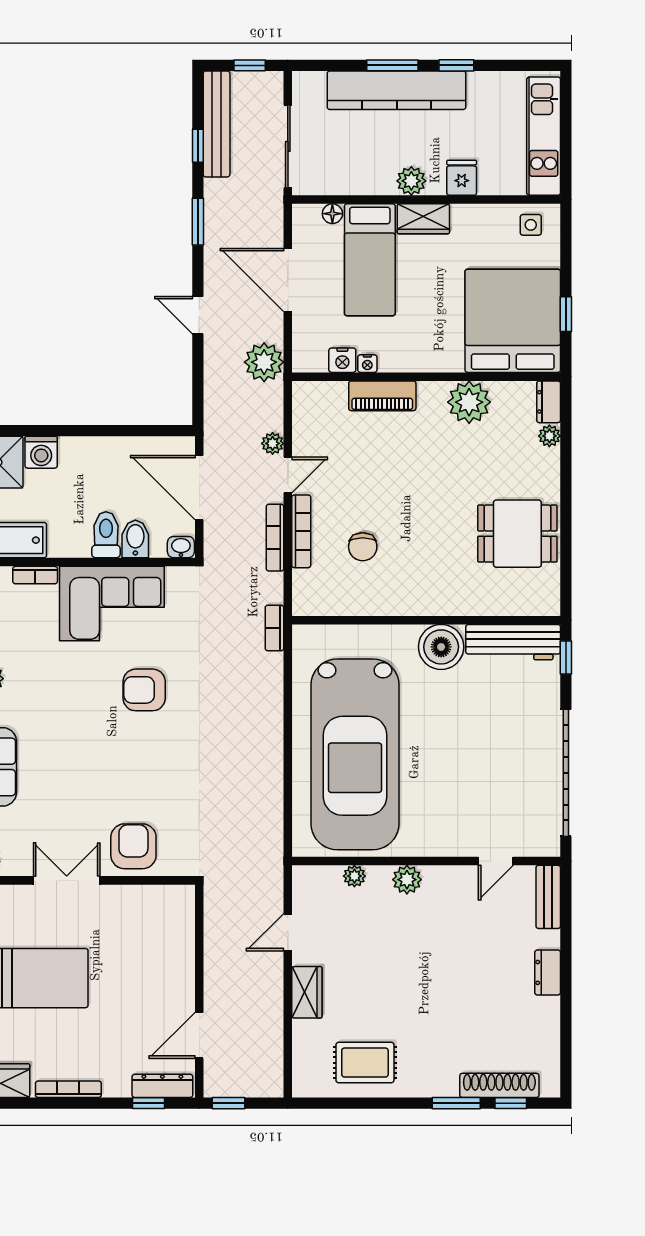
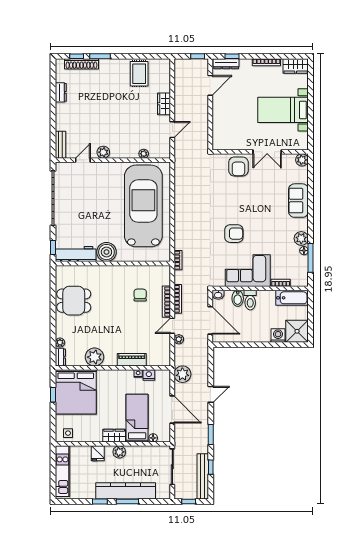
door: (198, 315) -> (211, 394), hinge flipped
plant: (407, 880) -> (103, 152), moved
dresser: (548, 972) -> (61, 92), moved
rug: (365, 1063) -> (139, 74), turned 90

